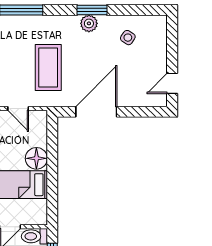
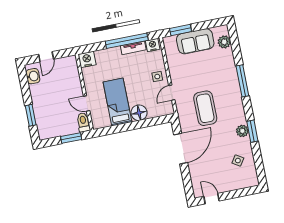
coffee table: (48, 67) -> (205, 108), turned 90
door: (96, 112) -> (181, 149), hinge flipped

